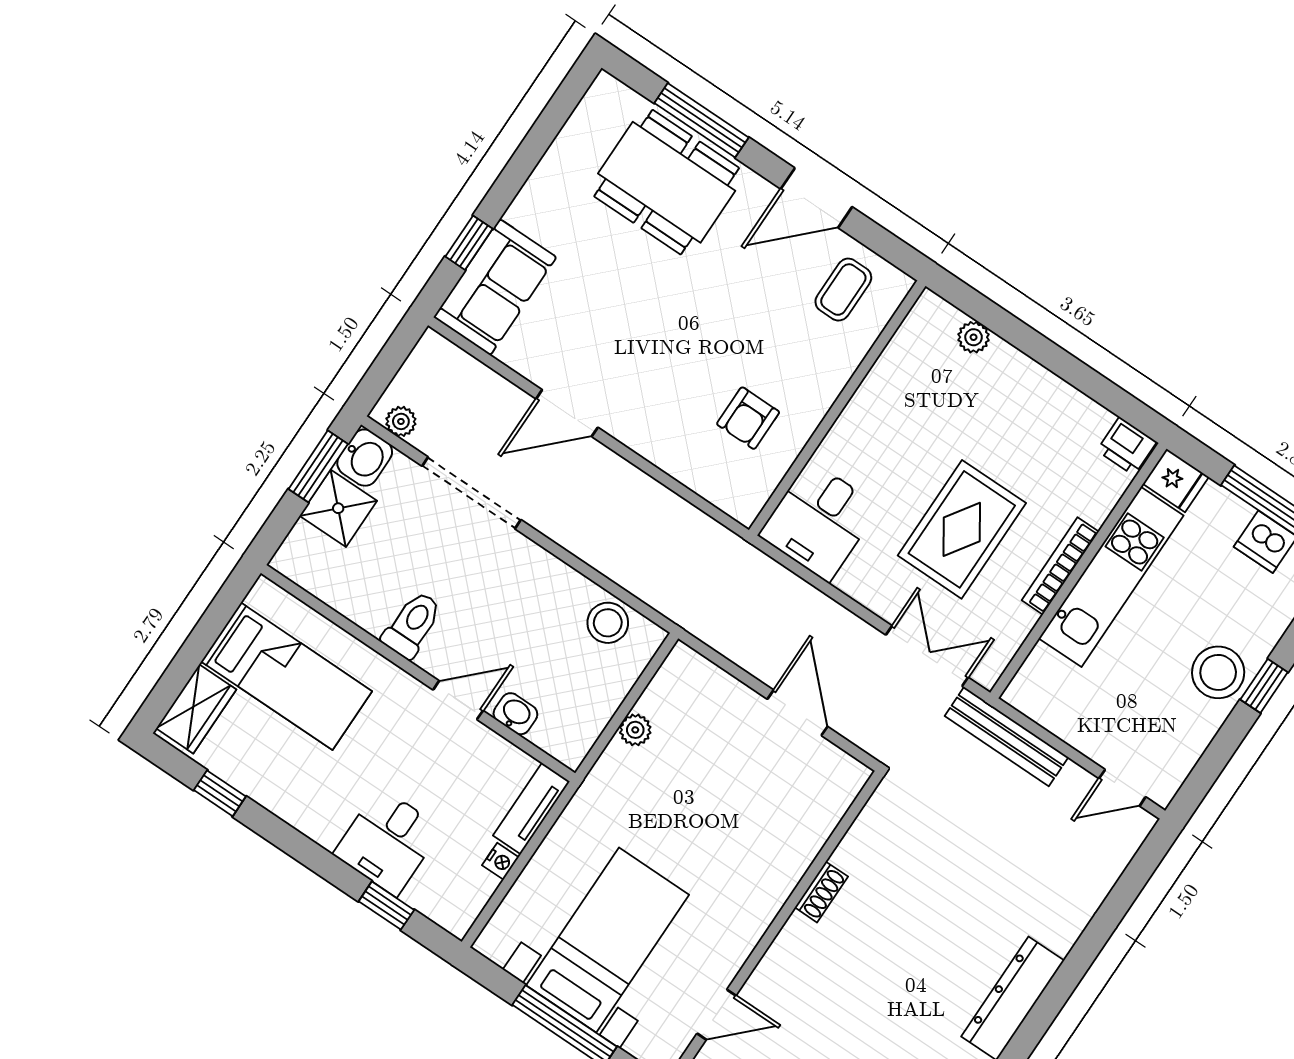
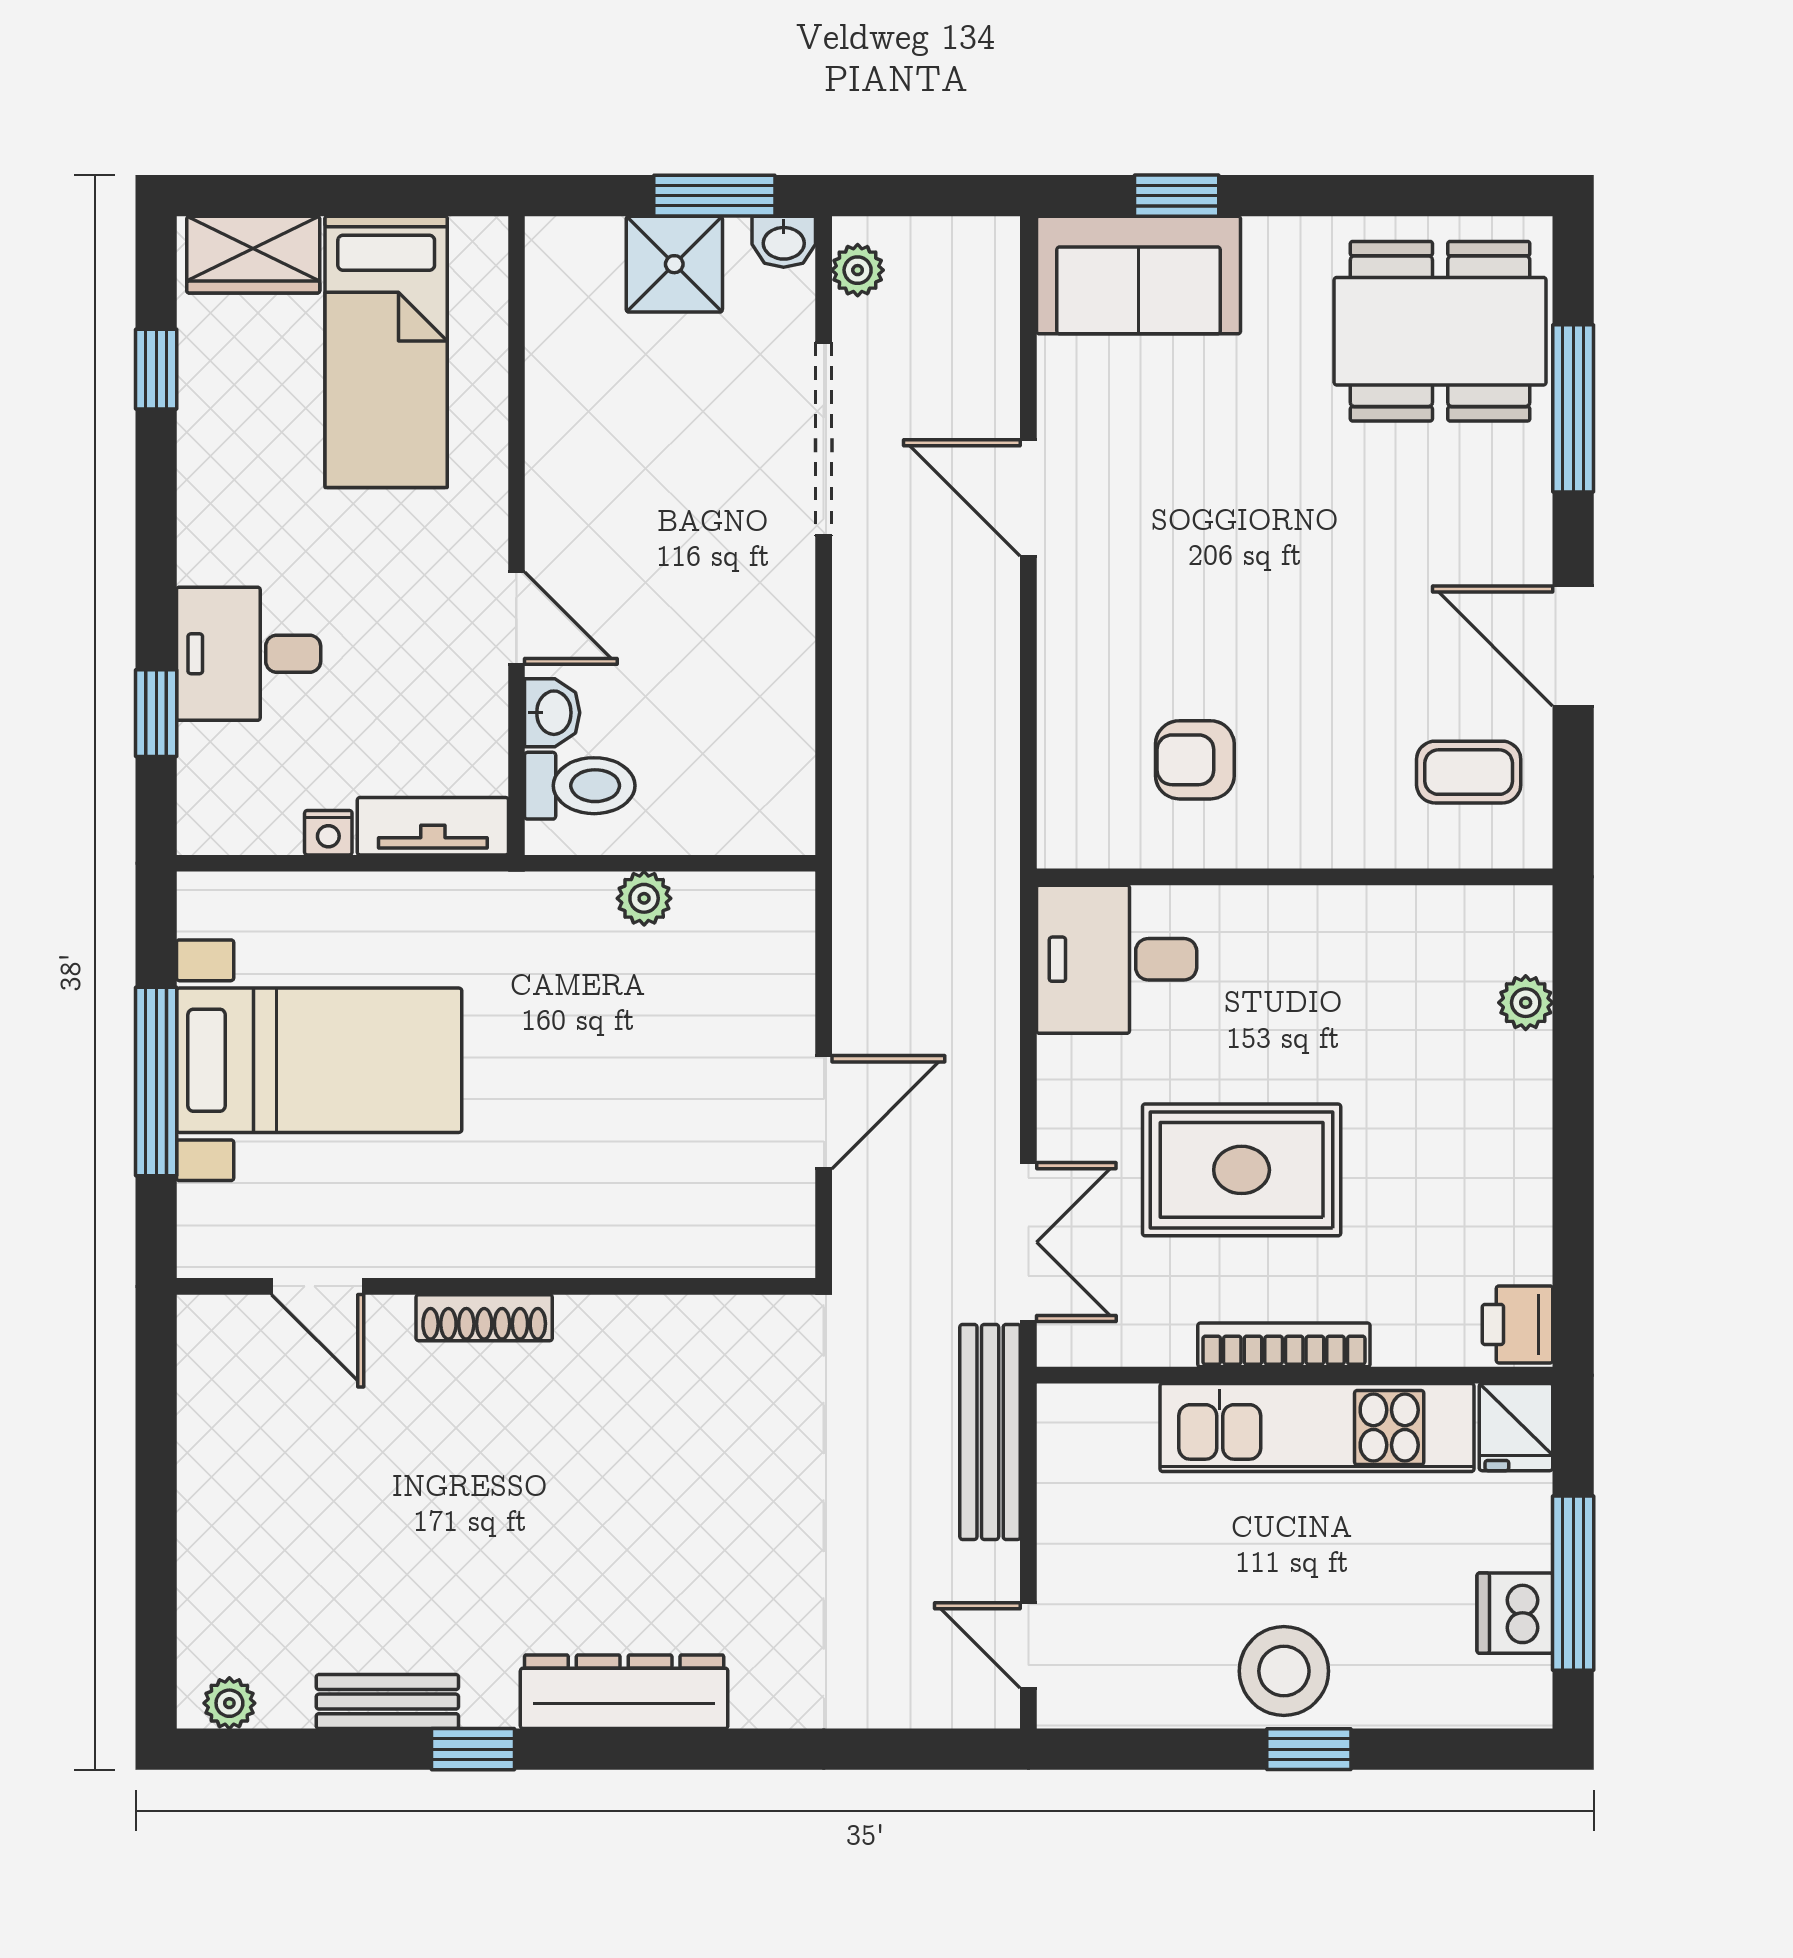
dining table: (667, 182) -> (1440, 331), moved, turned 90
washbasin: (365, 458) -> (784, 242), width x0.72, depth x0.69
stool: (608, 623) -> (770, 757), removed
toilet: (412, 625) -> (580, 786), moved
shoe rack: (821, 892) -> (484, 1318), moved, width x1.43

